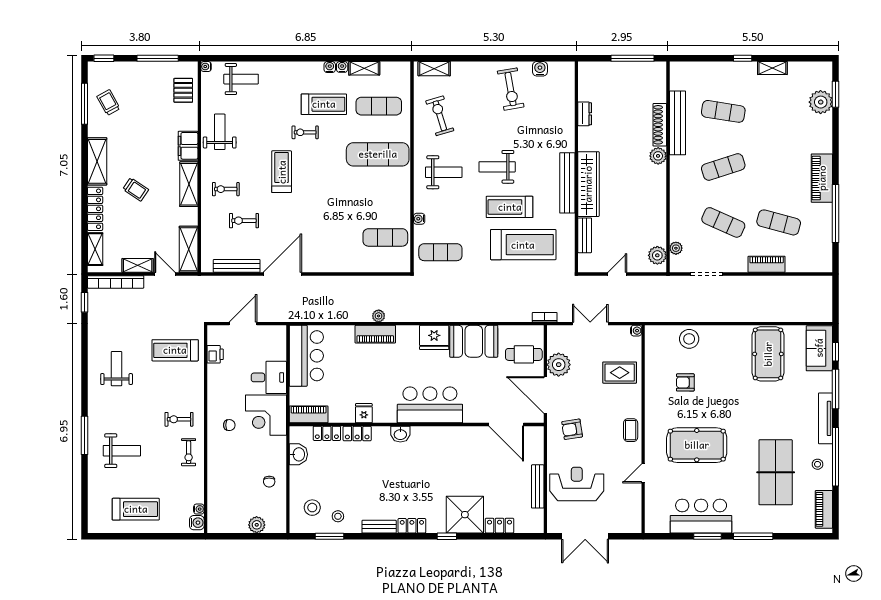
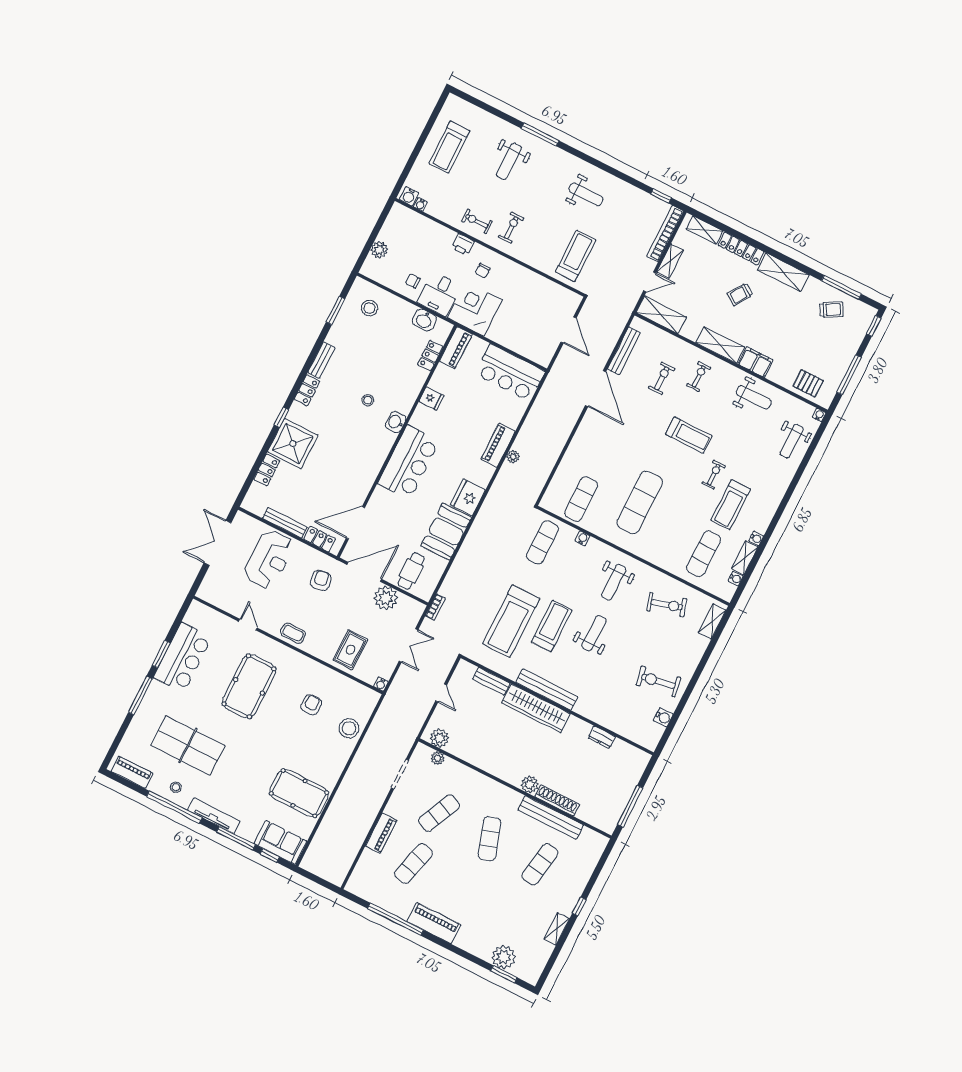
water cooler: (330, 67) -> (736, 579), moved
exercise mat: (378, 154) -> (640, 502), moved
printer: (215, 354) -> (463, 245), moved
desk: (269, 377) -> (439, 294), moved
locker: (357, 434) -> (320, 539), moved, turned 90
stool: (338, 516) -> (368, 400), moved

